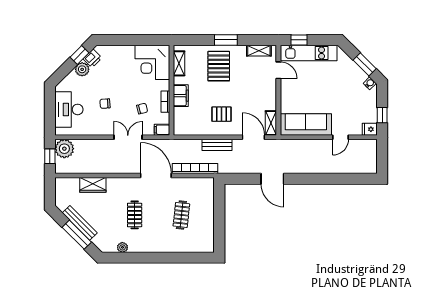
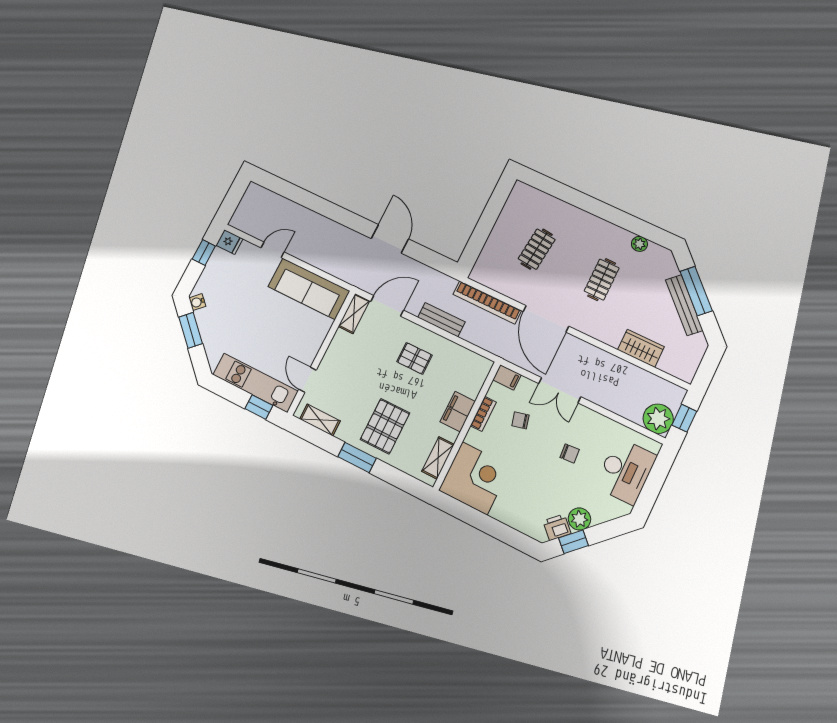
door: (253, 137) -> (387, 306), swing flipped

